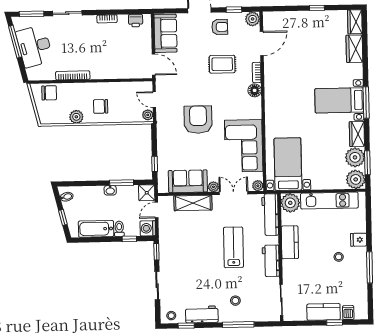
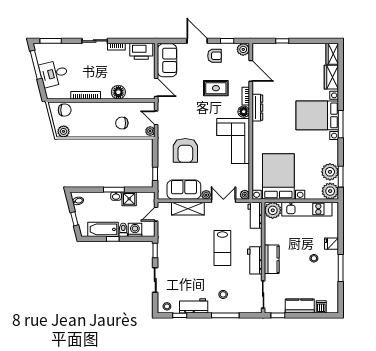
window: (317, 8) -> (282, 41), moved
sliding door: (67, 13) -> (95, 41), moved
printer: (136, 21) -> (141, 51), width x1.87, depth x1.48
door: (262, 44) -> (251, 71), hinge flipped
desk: (34, 46) -> (54, 74), width x0.73
floor lamp: (110, 71) -> (118, 92), added
dresser: (270, 85) -> (257, 108), added
bed with nightstands: (339, 100) -> (317, 115), width x1.36
chair: (101, 106) -> (122, 123), moved
plant: (76, 117) -> (64, 131), moved
armchair: (198, 120) -> (185, 150), moved, turned 180
wardrobe: (357, 134) -> (332, 152), removed
corner sofa: (244, 146) -> (233, 141), moved
bed with nightstands: (288, 164) -> (278, 176), width x1.36
window: (122, 183) -> (114, 190), moved
shower: (147, 193) -> (129, 199), moved
workbench: (270, 215) -> (255, 215), width x0.73
washing machine: (148, 228) -> (135, 230), moved, turned 90
window: (129, 239) -> (113, 239), moved
kitchen counter: (290, 242) -> (272, 259), moved
lab bench: (233, 247) -> (222, 248), turned 180
window: (335, 323) -> (278, 315), moved

